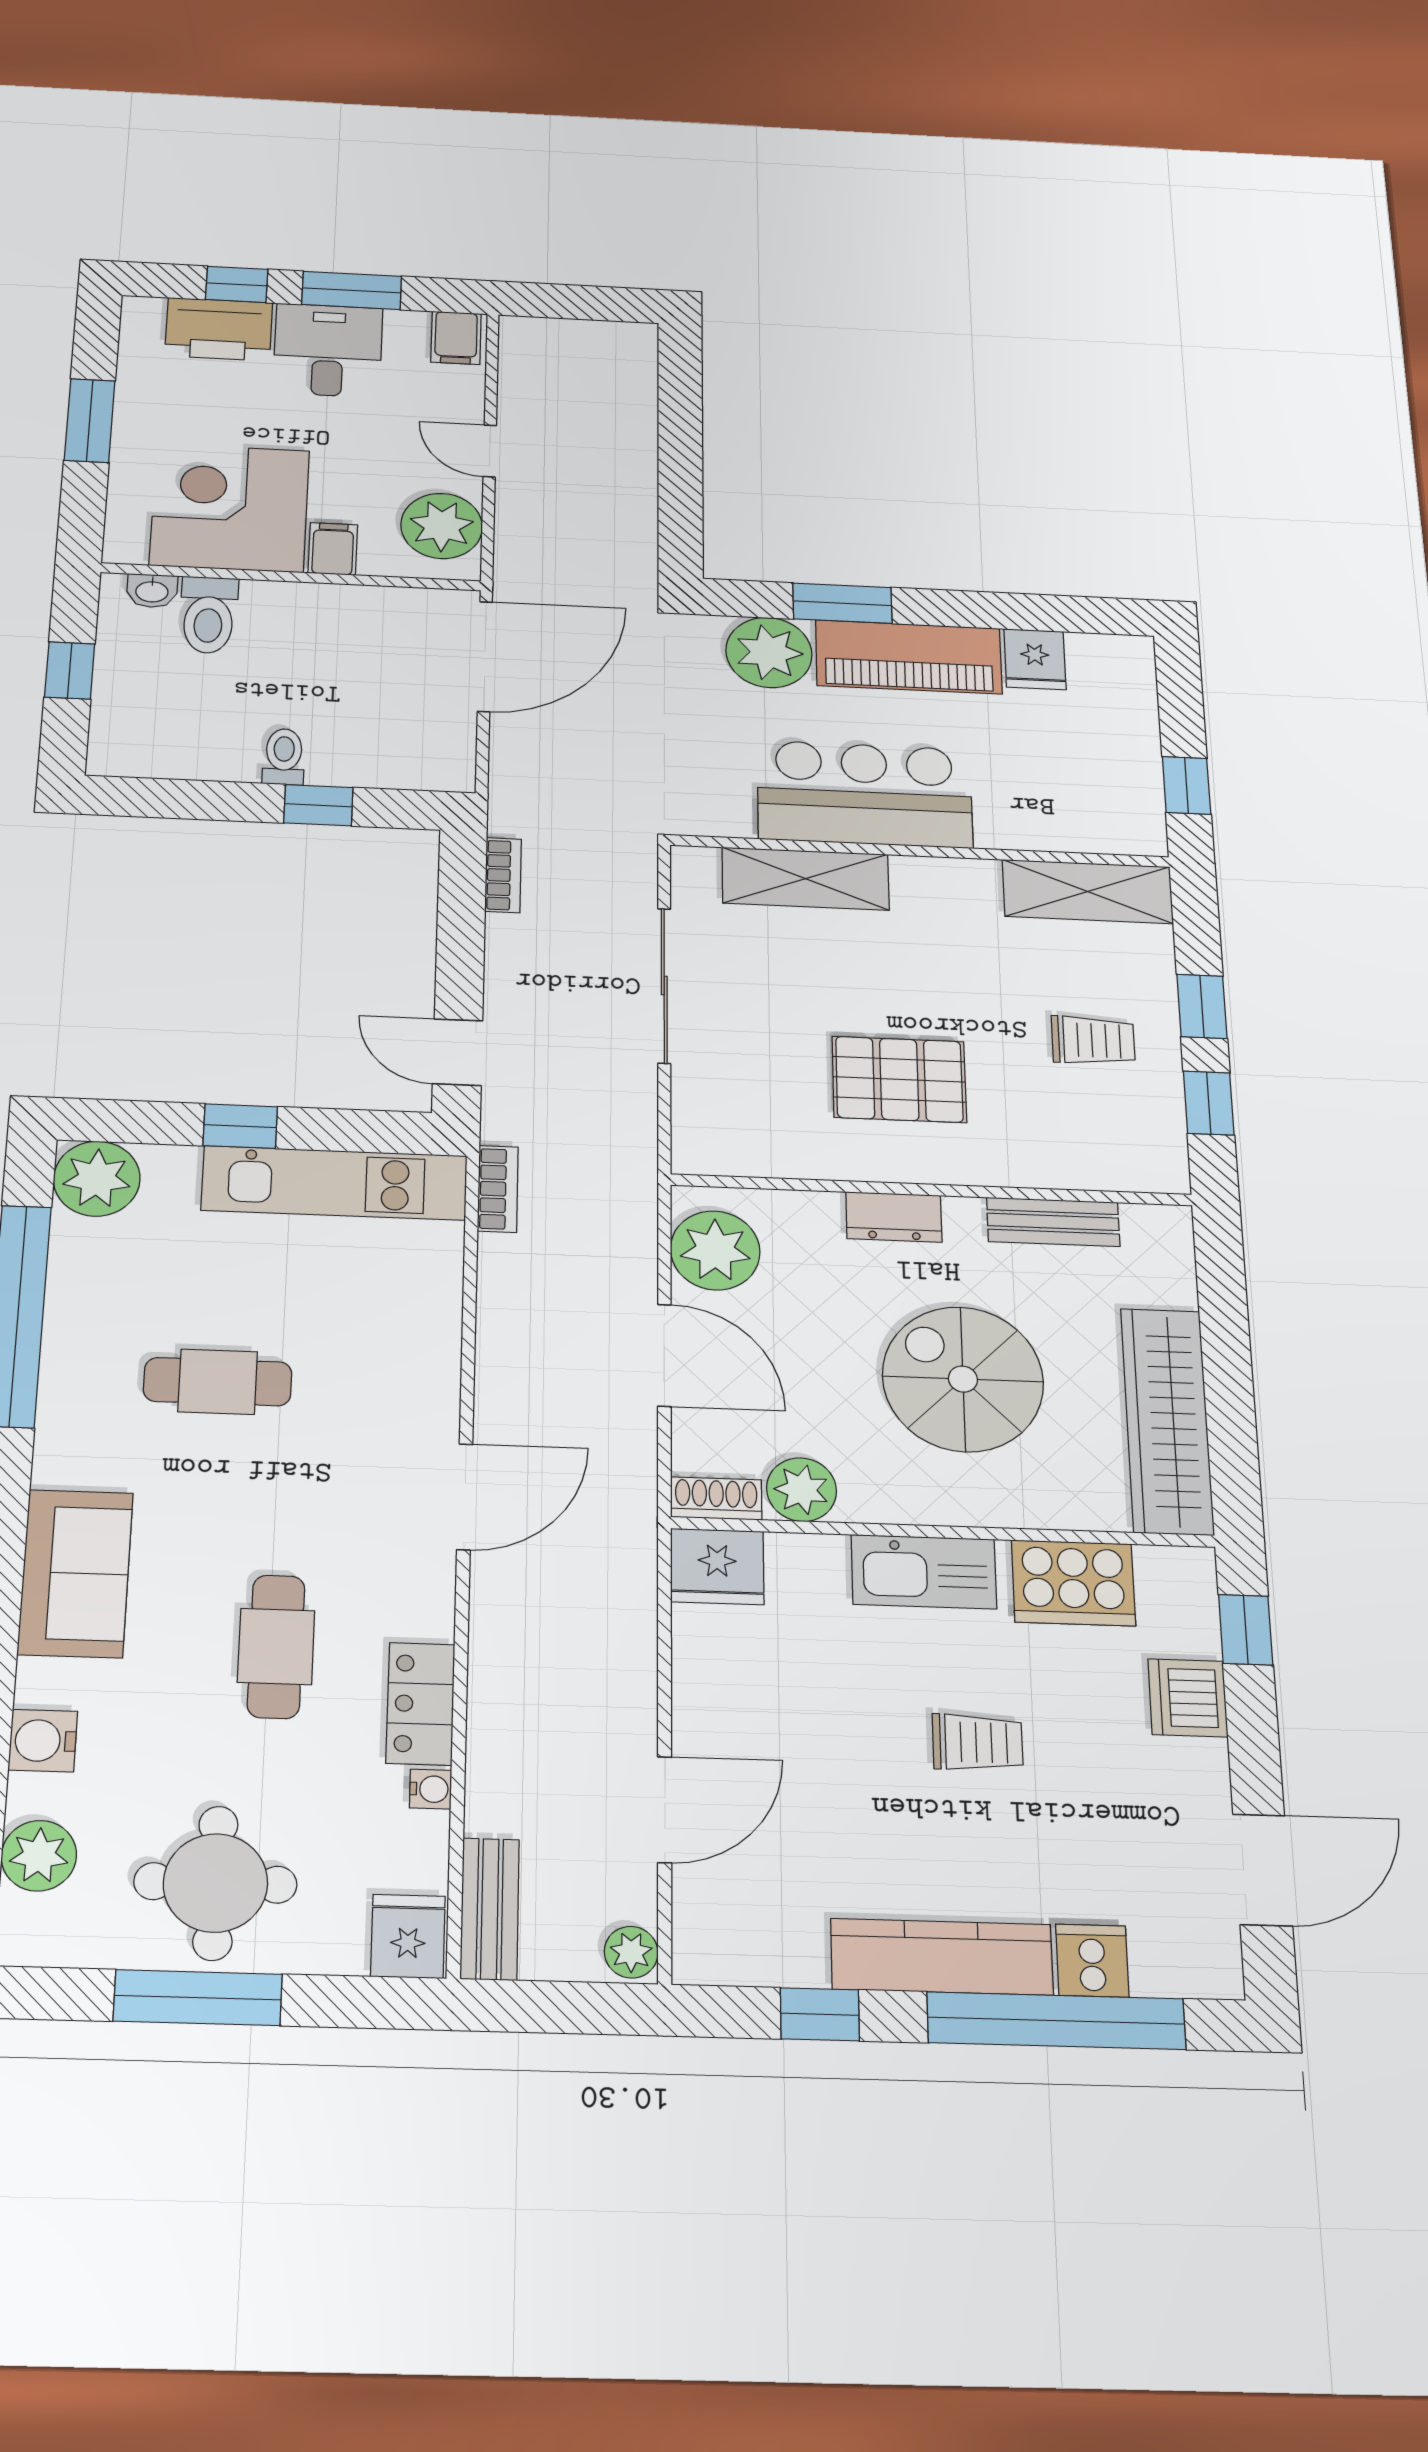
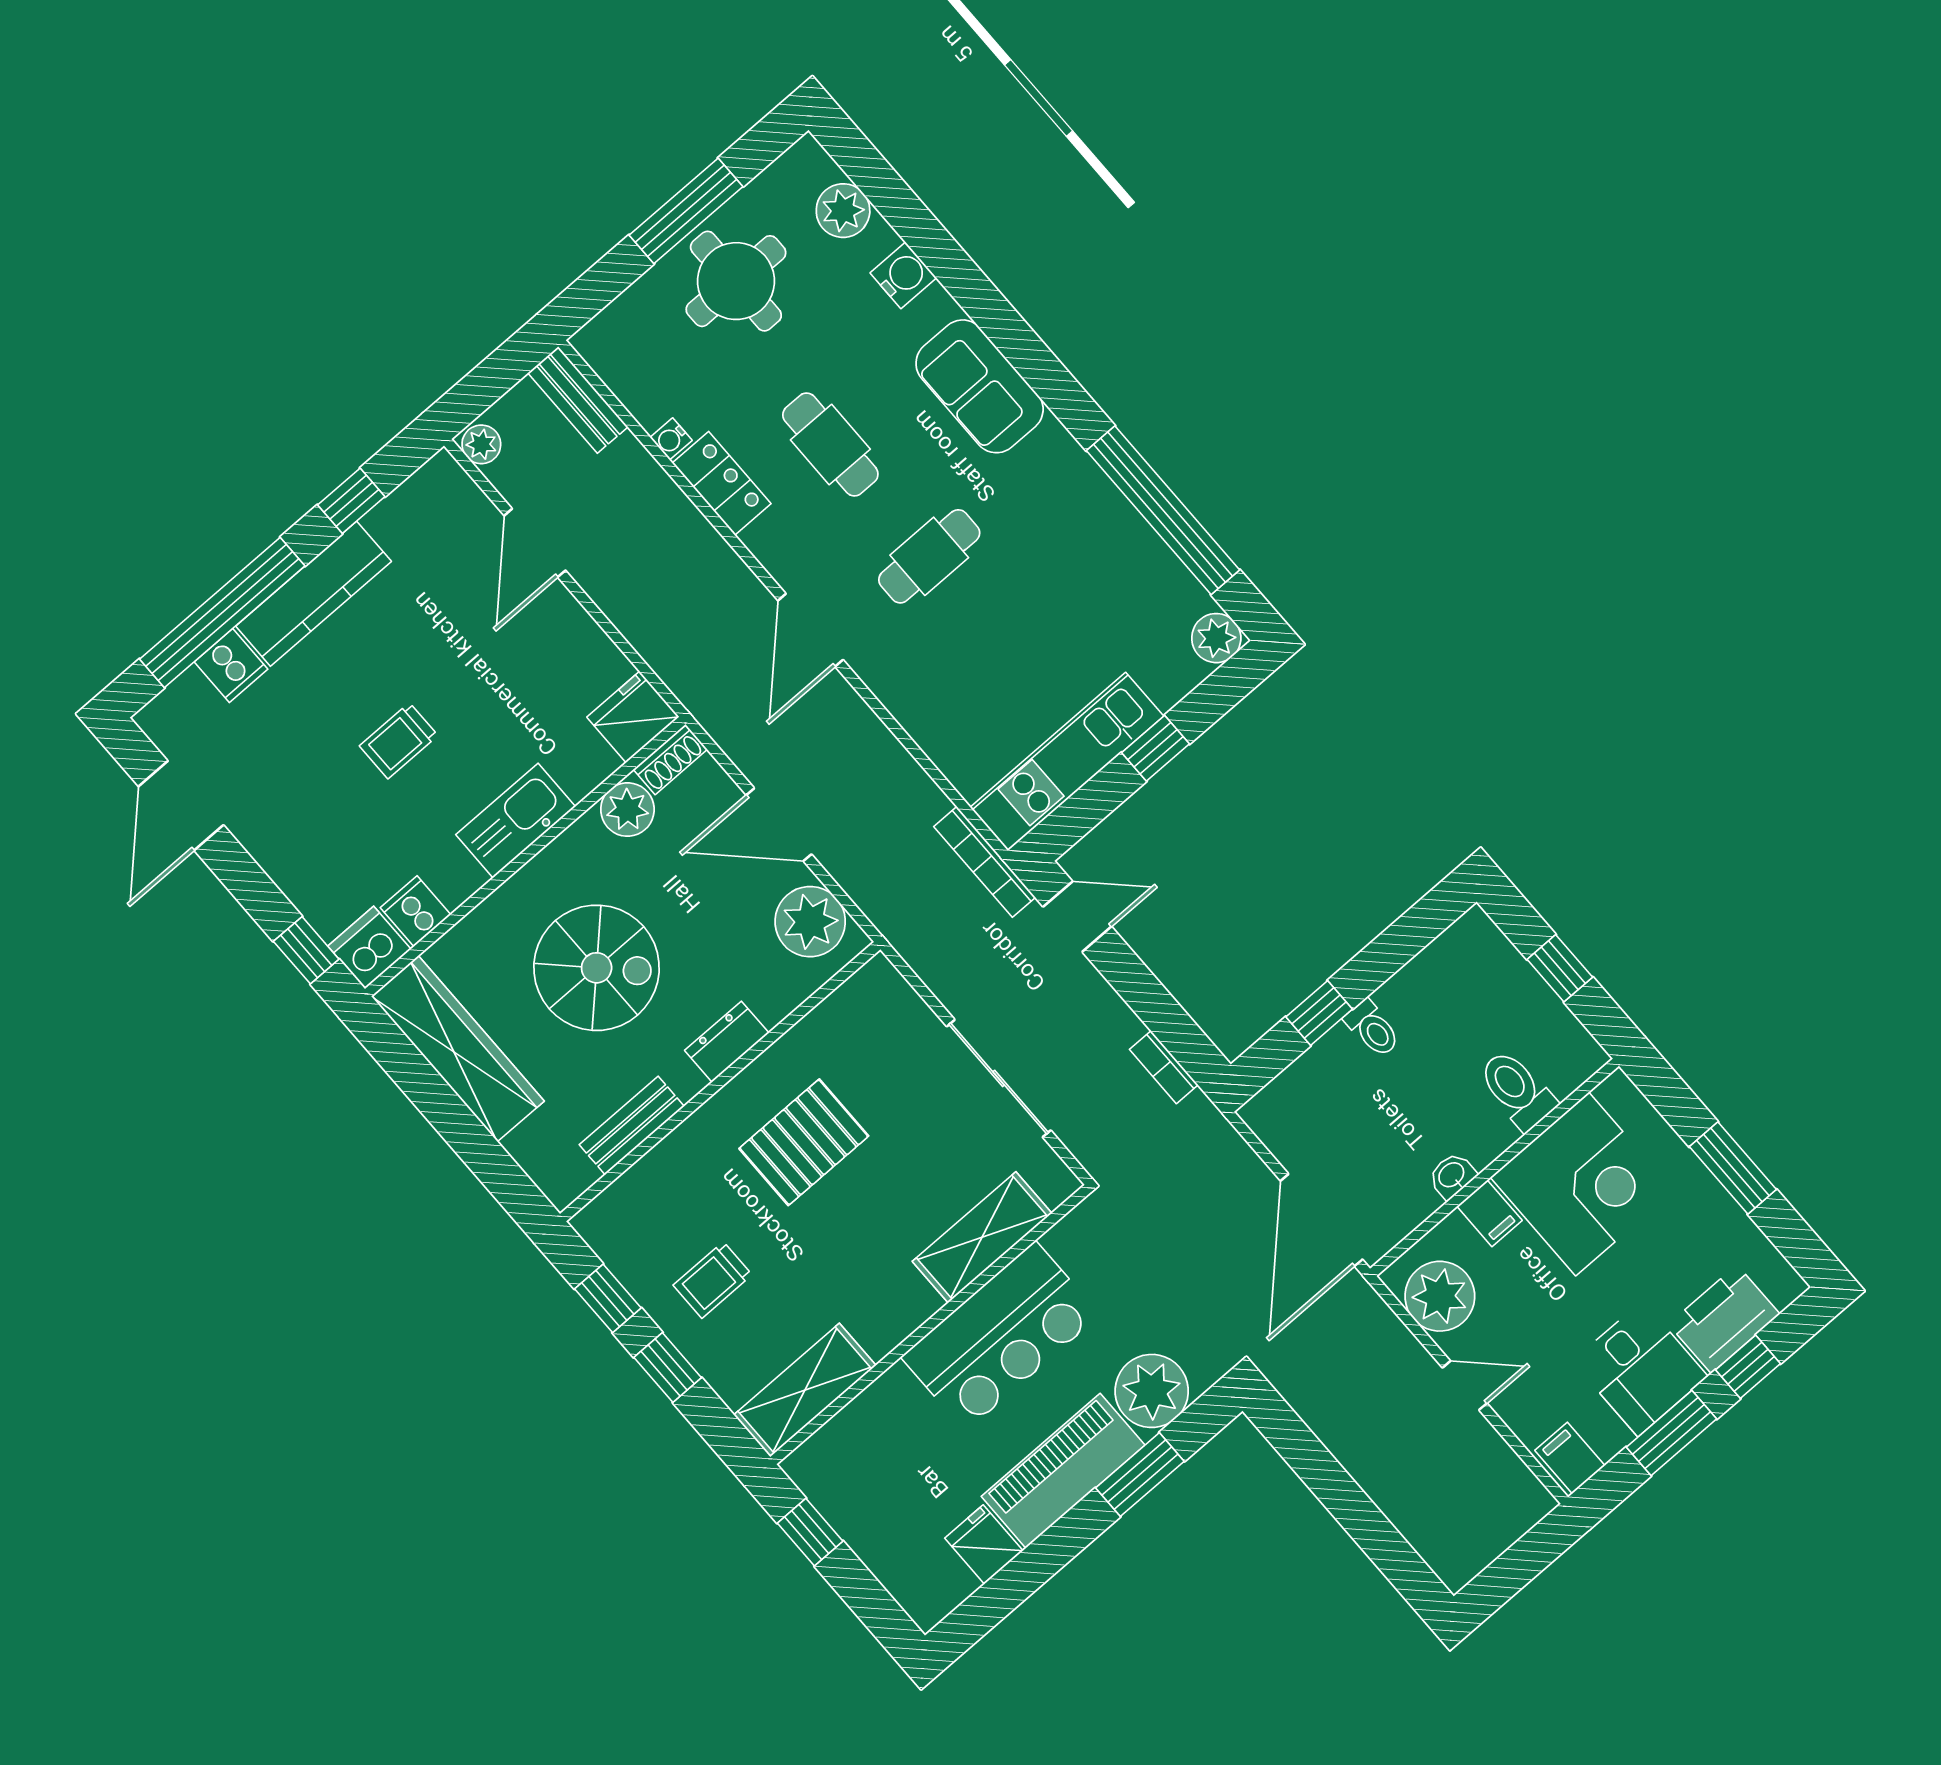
washbasin: (152, 591) -> (1452, 1176), moved
plant: (97, 1179) -> (1216, 638), width x0.73, depth x0.73
bookcase: (498, 1189) -> (985, 862), width x1.56
cafe table: (218, 1382) -> (929, 556), moved
cooker: (1073, 1583) -> (415, 911), width x0.53, depth x0.76
dishwasher: (1188, 1698) -> (369, 948), moved, turned -90
fridge: (408, 1936) -> (607, 345), removed

